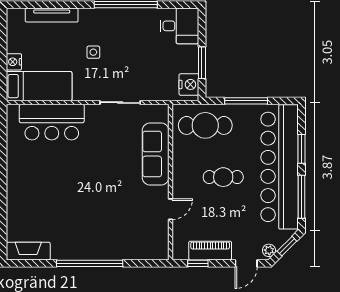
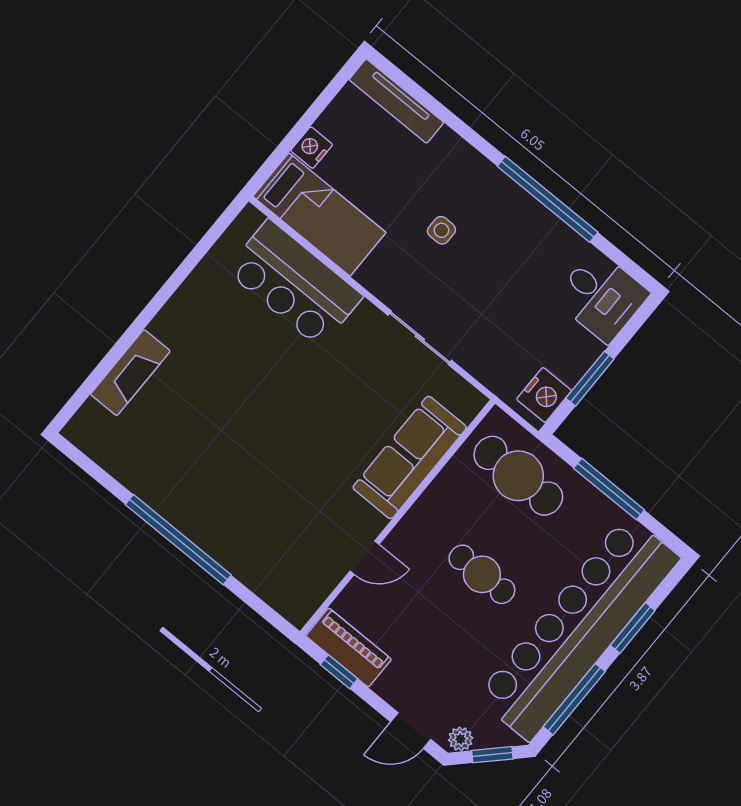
tv unit: (52, 15) -> (396, 101), moved
fireplace: (28, 251) -> (130, 373), moved, turned 90
piano: (210, 251) -> (349, 648), moved

